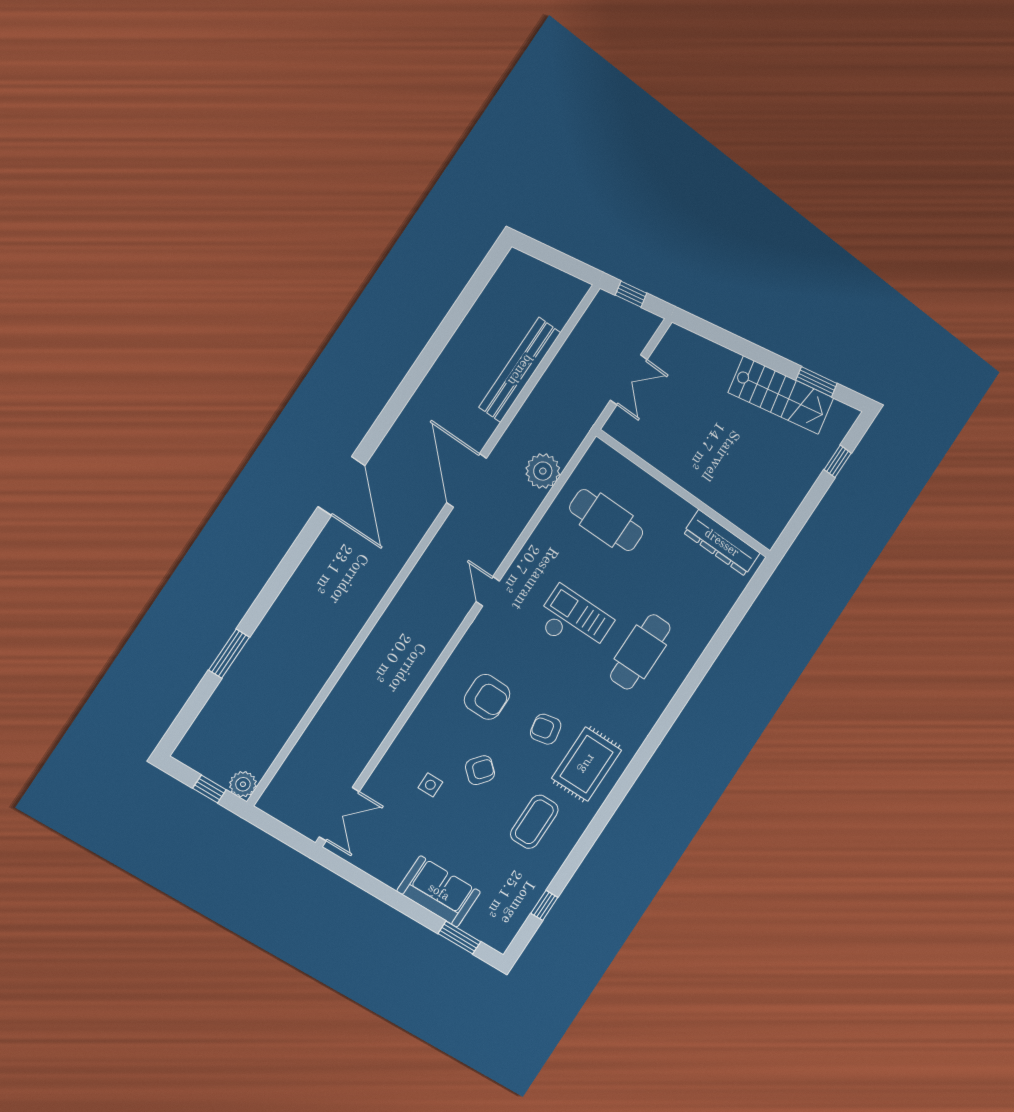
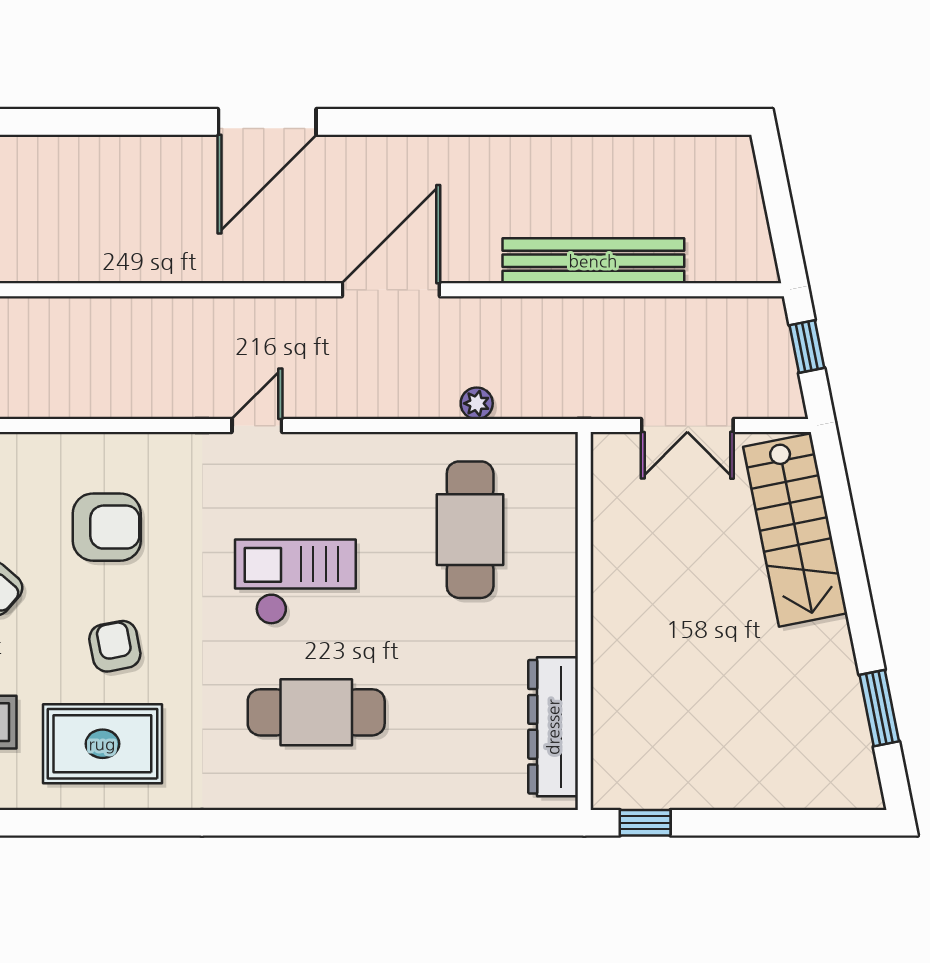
stairs: (781, 395) -> (795, 530), moved
window: (838, 461) -> (645, 823), moved
plant: (543, 471) -> (477, 403), width x0.53, depth x0.53
checkout: (574, 622) -> (295, 582), turned -90
armchair: (487, 697) -> (107, 527), turned -90

